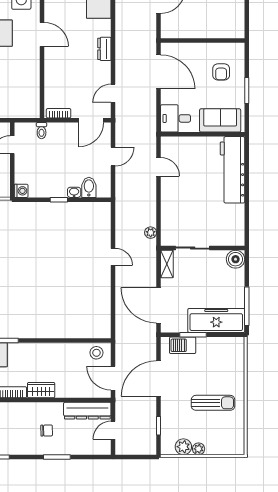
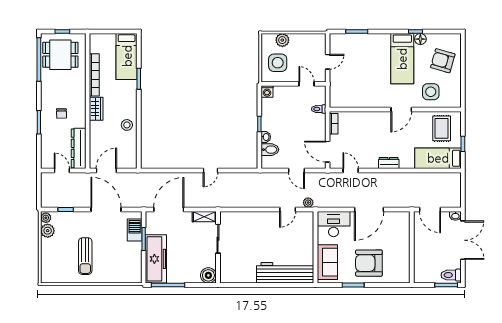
wall: (203, 41) -> (412, 247), moved
armchair: (221, 72) -> (369, 263), width x1.88, depth x1.88
desk: (176, 118) -> (334, 224), width x1.37
plant: (151, 233) -> (308, 203), moved
stool: (96, 353) -> (127, 125), moved
plant: (199, 449) -> (46, 218), moved

